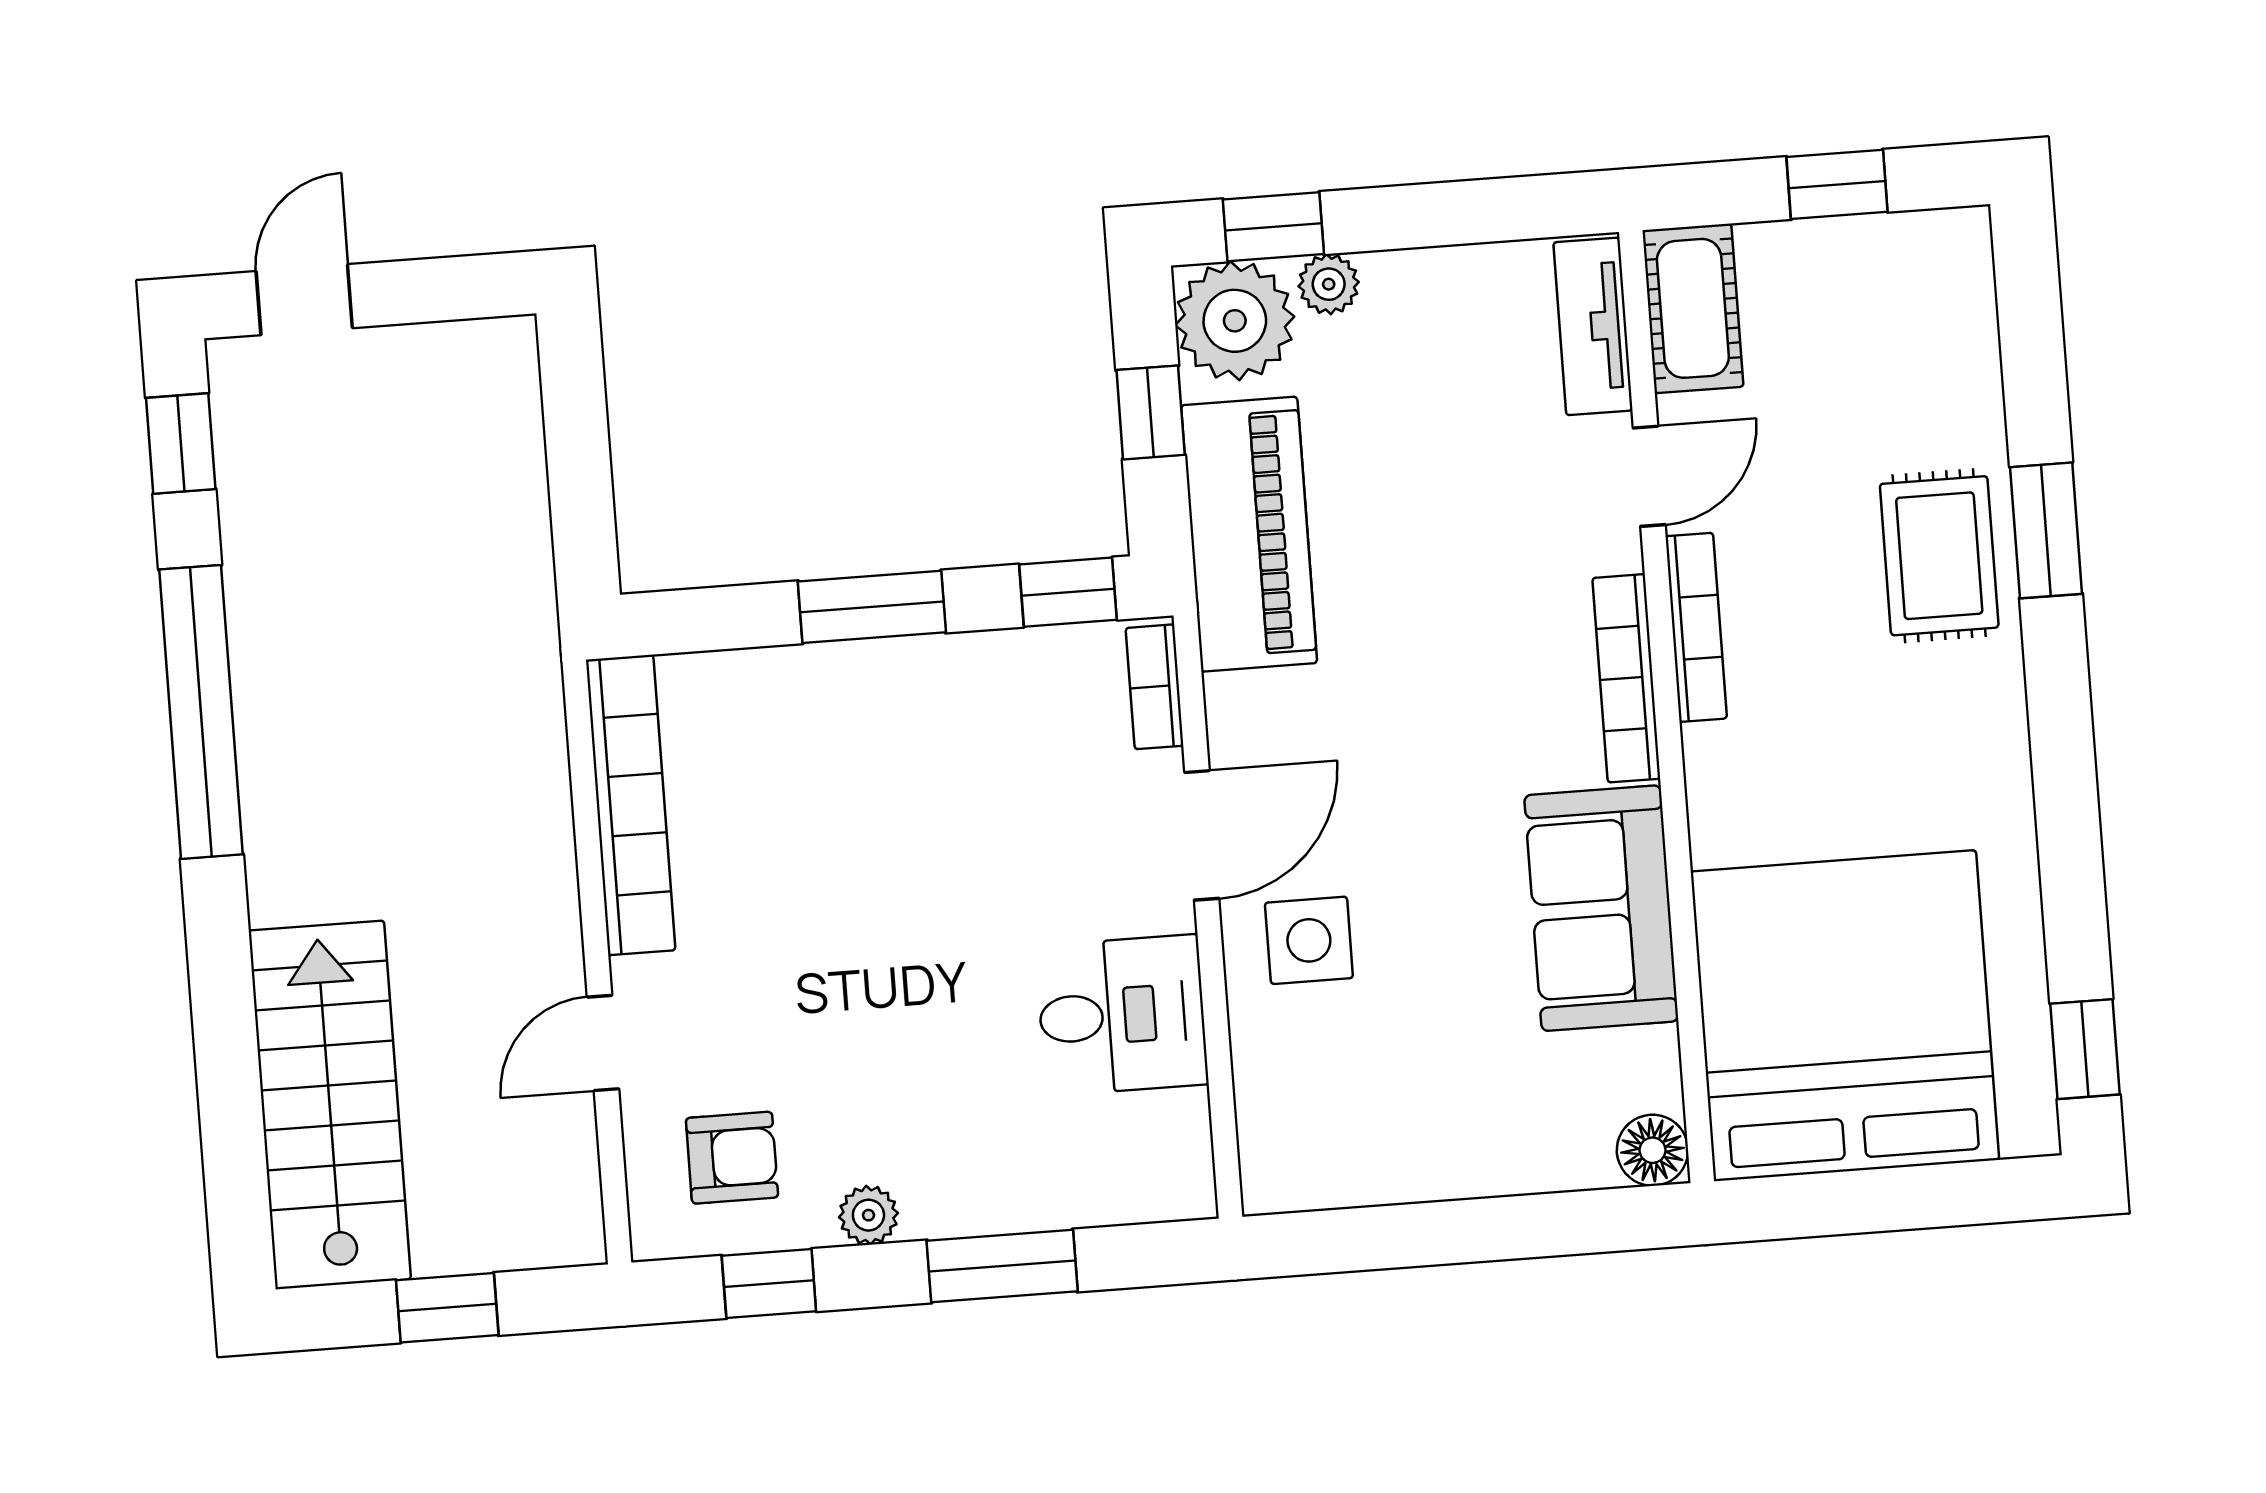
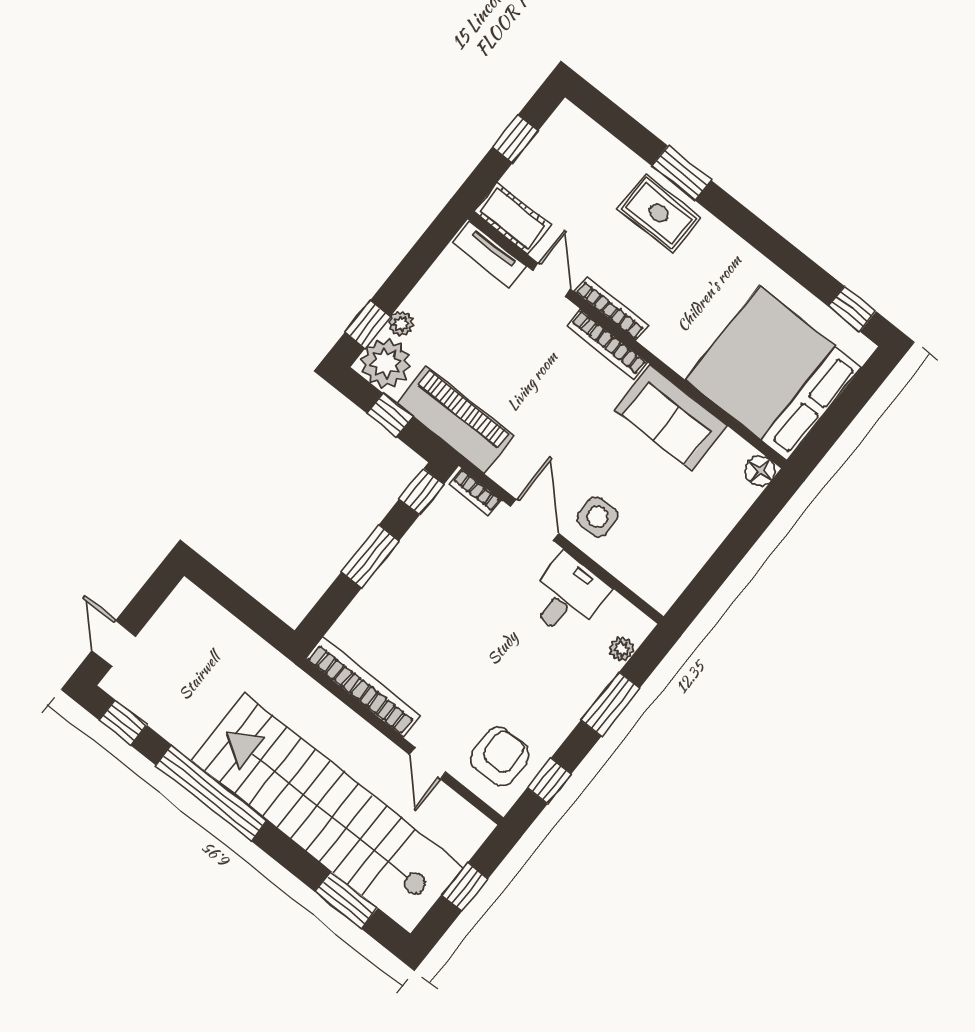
stairs: (330, 1105) -> (327, 814), width x1.86, depth x1.51
window: (232, 1122) -> (346, 900), added
armchair: (732, 1158) -> (500, 756), width x1.38, depth x1.38
plant: (868, 1215) -> (622, 649), moved

